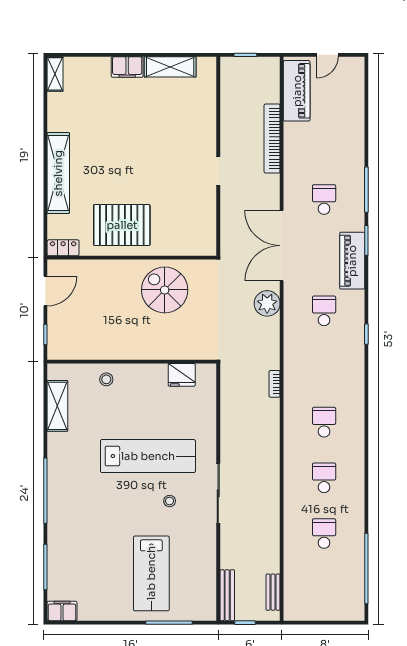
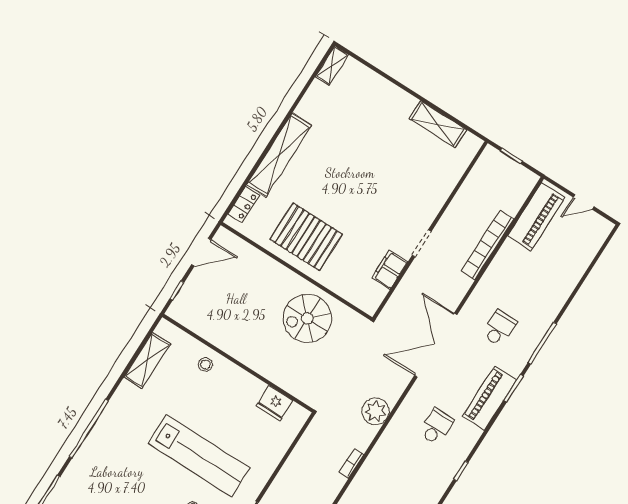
filing cabinet: (127, 67) -> (390, 270), moved, turned 90
locker: (63, 248) -> (244, 204), moved, turned 90
spiral stairs: (165, 290) -> (307, 318), turned -90
plant: (267, 303) -> (375, 411), moved

